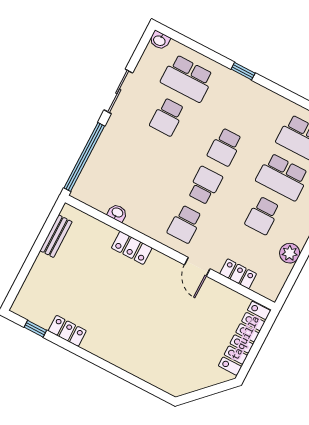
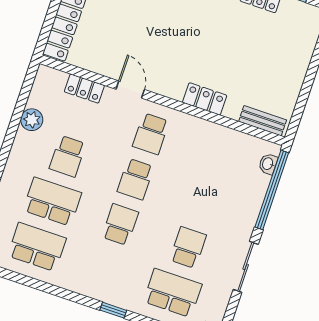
washbasin: (117, 213) -> (268, 164), moved, turned 90
school desk: (263, 215) -> (68, 156), turned 180
school desk: (185, 224) -> (151, 134), turned 180
bench: (56, 236) -> (263, 121), moved, turned 90

